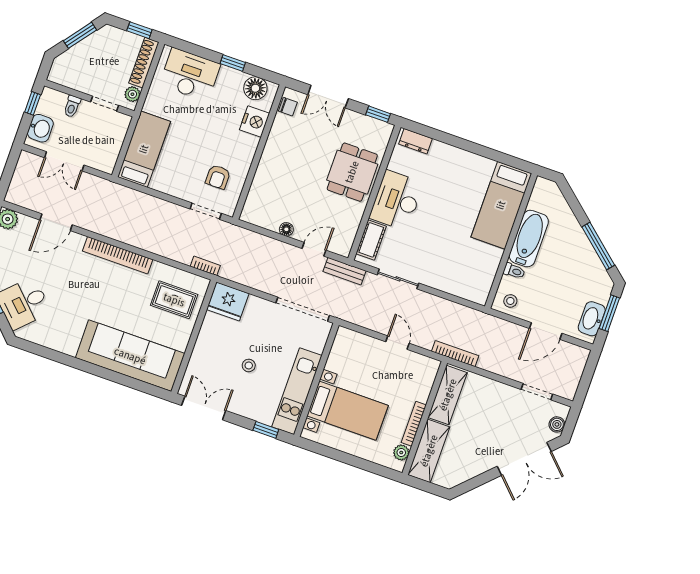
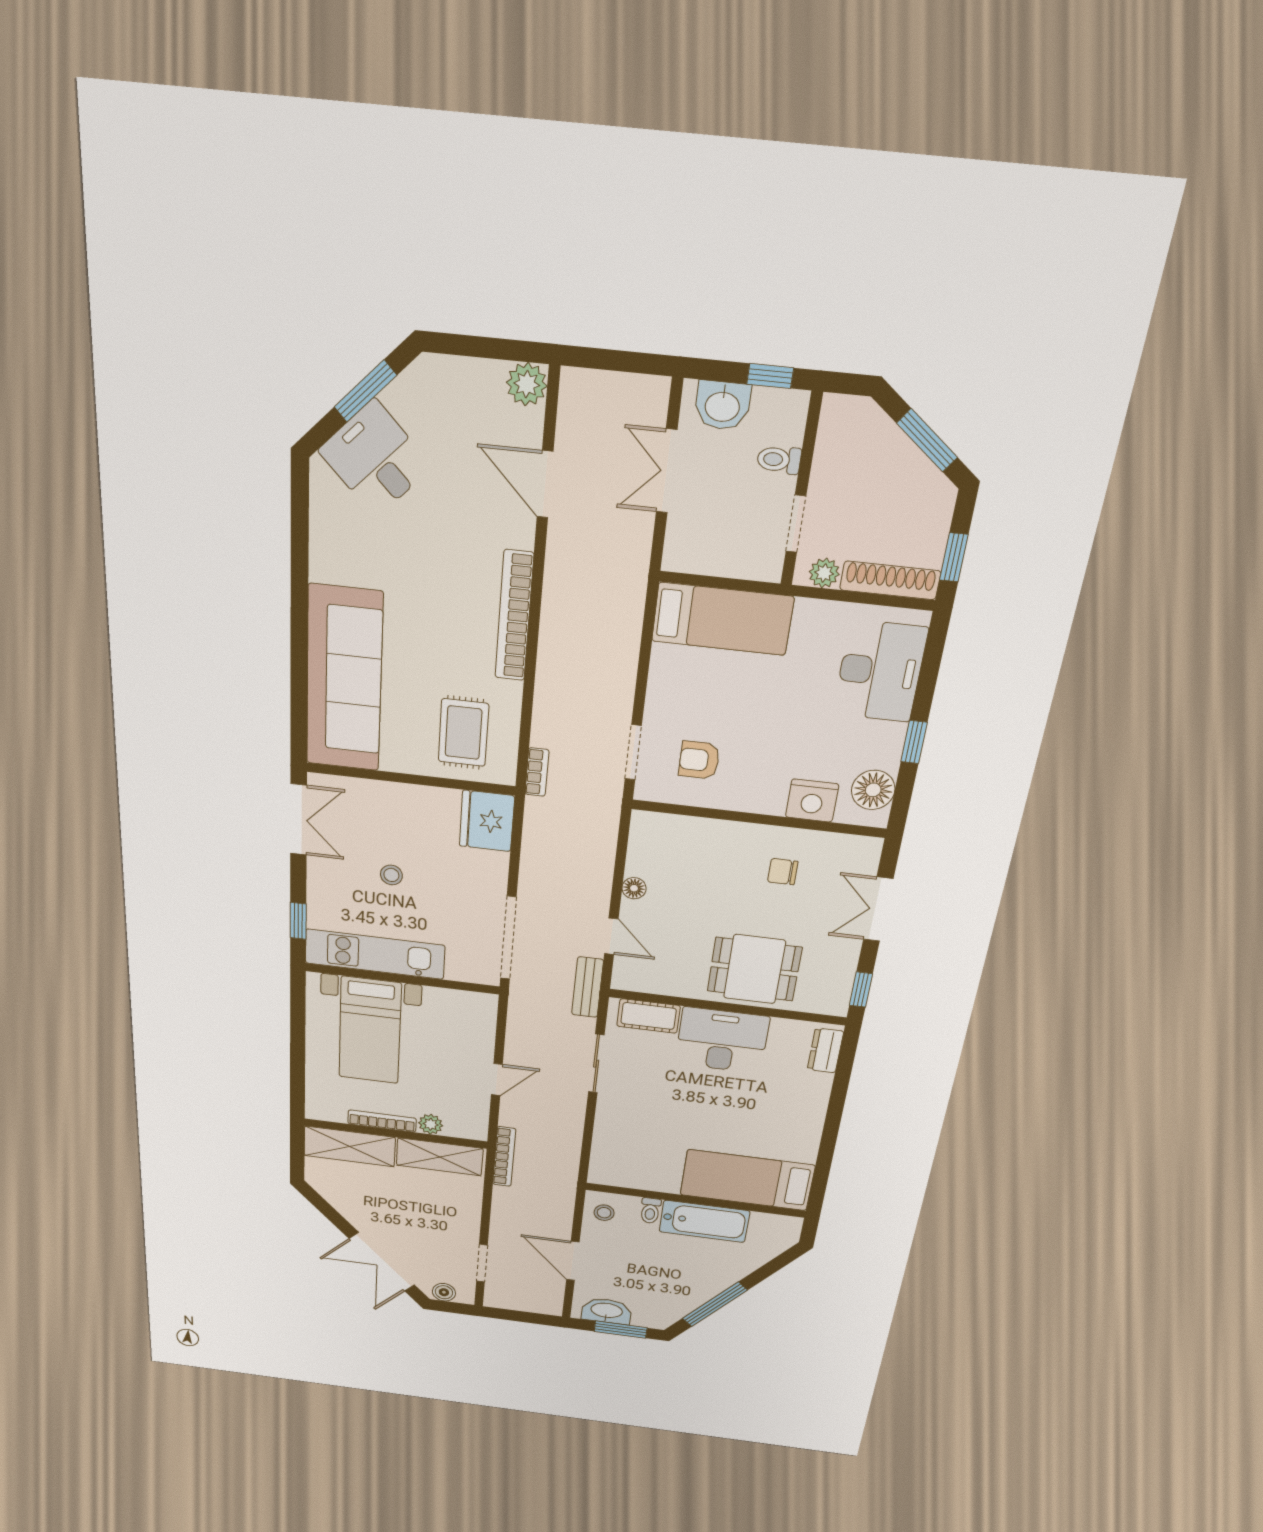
chair: (288, 107) -> (783, 872), moved, turned 90
plant: (401, 453) -> (431, 1124), moved

